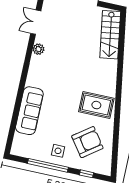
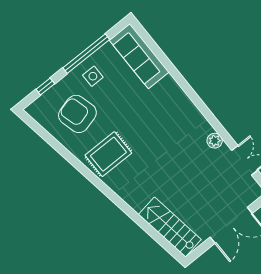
sofa: (29, 111) -> (139, 56), moved
armchair: (87, 142) -> (77, 114), turned 111

